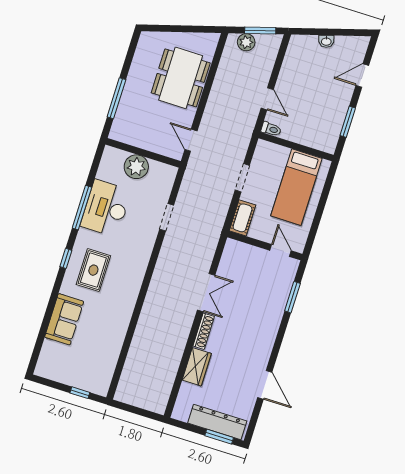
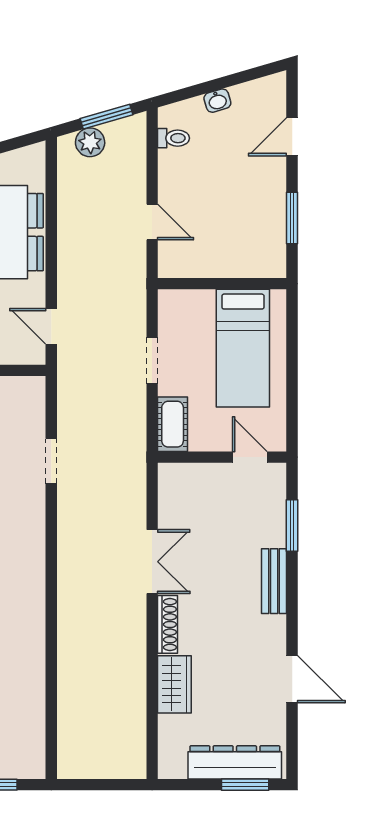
toilet: (271, 129) -> (173, 138), moved
bench: (272, 326) -> (274, 581), added

